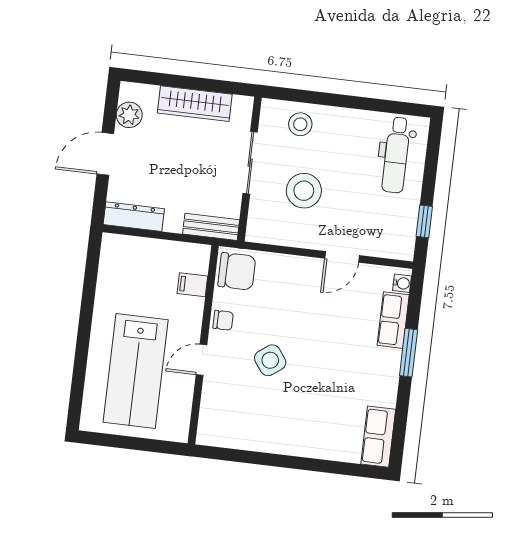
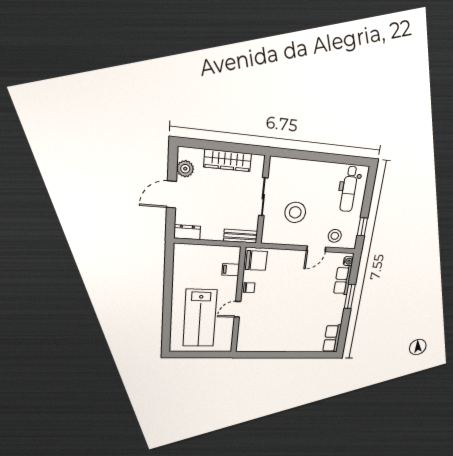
stool: (300, 124) -> (335, 236), moved
dresser: (134, 217) -> (187, 232), width x0.70
side table: (270, 360) -> (276, 306), removed

